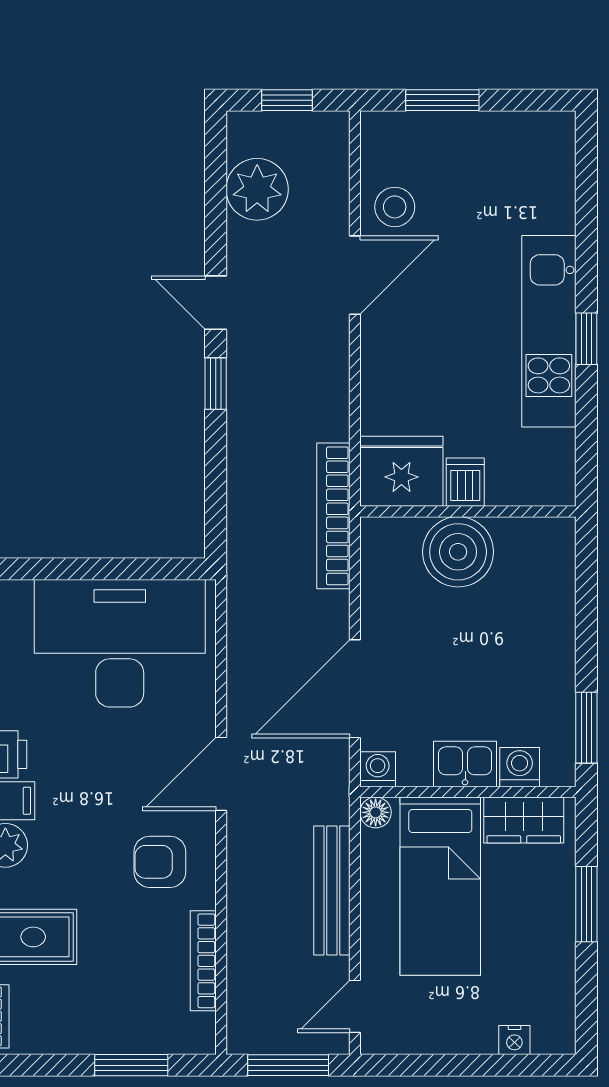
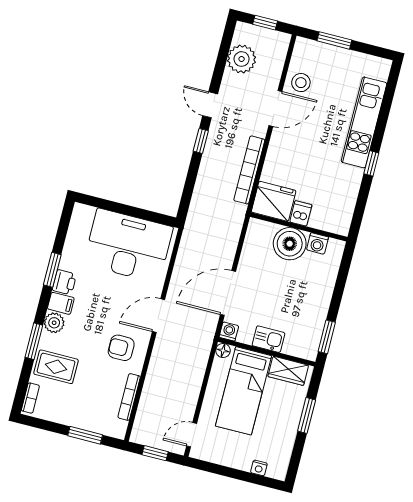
kitchen unit: (549, 331) -> (364, 122), moved
bookcase: (333, 516) -> (249, 170), moved
washing machine: (520, 767) -> (318, 243), moved, turned 180
bench: (332, 891) -> (195, 380), removed
window: (288, 1065) -> (155, 453), width x0.67

